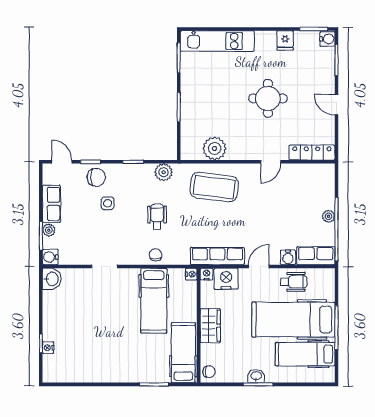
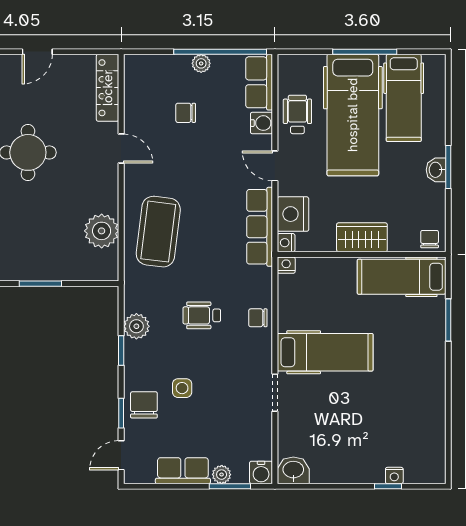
plant: (164, 172) -> (136, 326), moved
chair: (295, 206) -> (186, 113), added
hospital bed: (154, 301) -> (325, 352), moved

